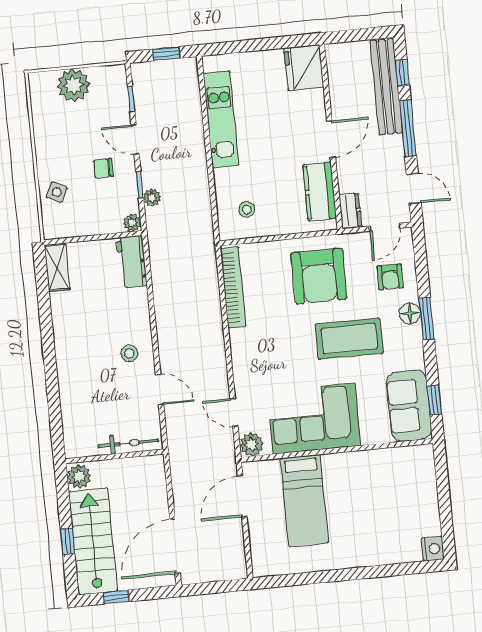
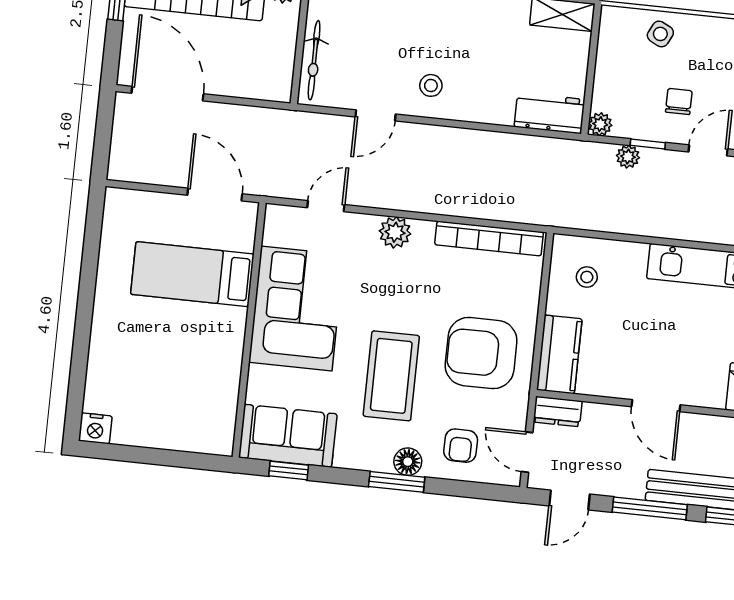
kitchen counter: (320, 191) -> (559, 354), moved, turned 90
armchair: (390, 277) -> (461, 446), turned -90
plant: (251, 445) -> (395, 232), moved

